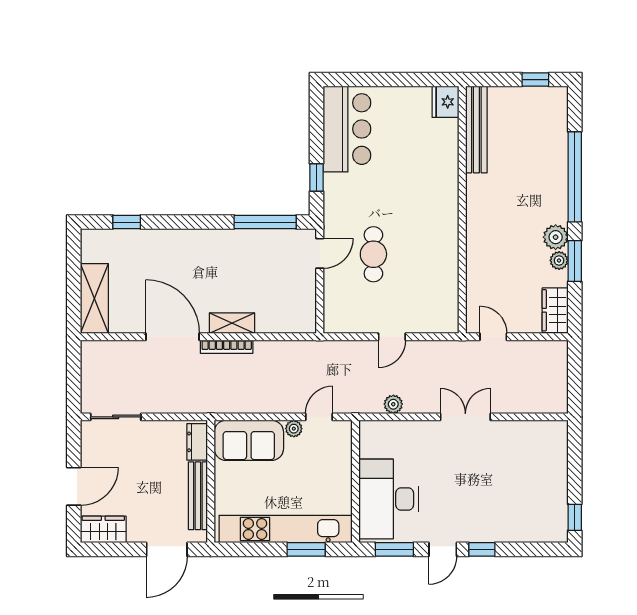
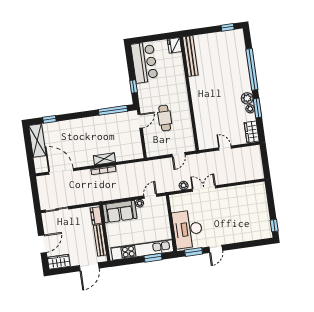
fridge: (446, 102) -> (175, 45), moved
bench: (476, 129) -> (190, 56), moved
wall: (462, 210) -> (189, 94), moved
shelving: (94, 298) -> (37, 141), moved
door: (173, 337) -> (61, 171), moved
double door: (465, 417) -> (204, 189), moved
window: (482, 549) -> (234, 246), removed

